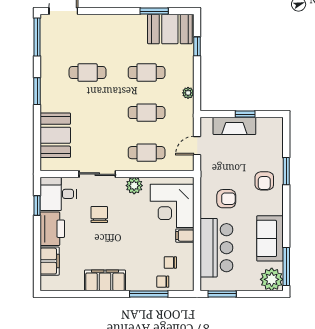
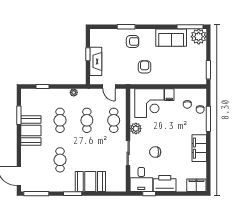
booth: (170, 29) -> (31, 131), moved
booth: (55, 135) -> (90, 181), moved
bar counter: (216, 248) -> (177, 74), removed
filing cabinet: (50, 261) -> (196, 185), moved

